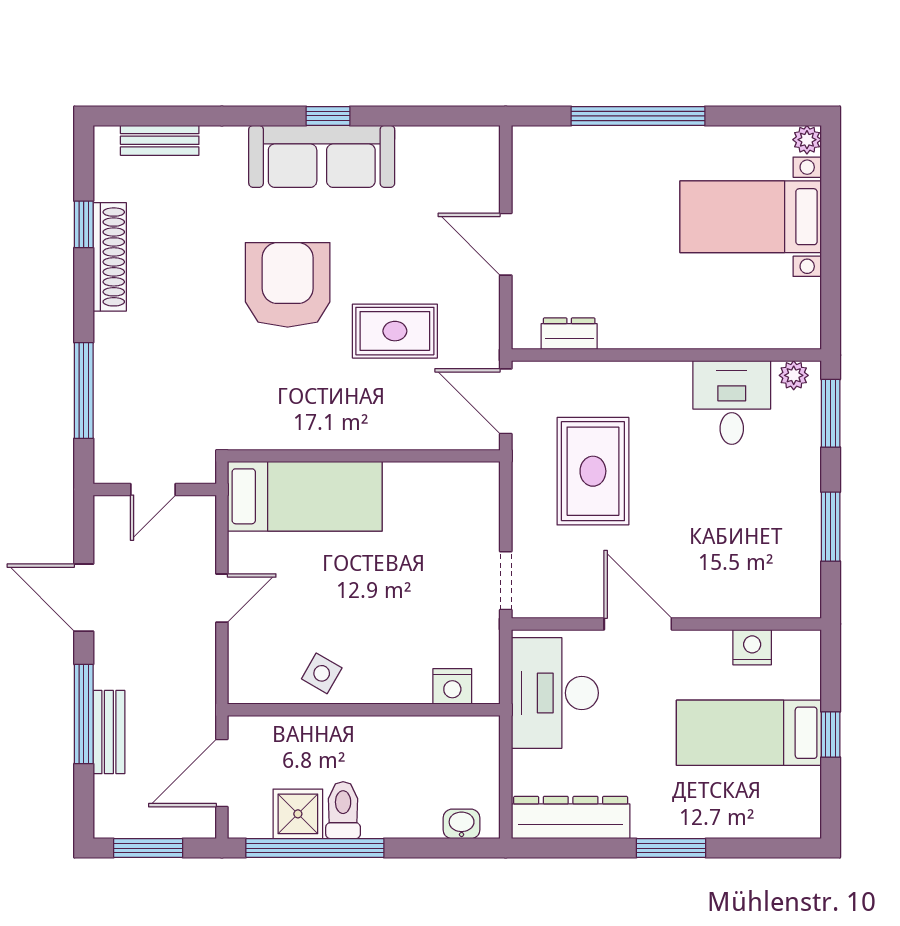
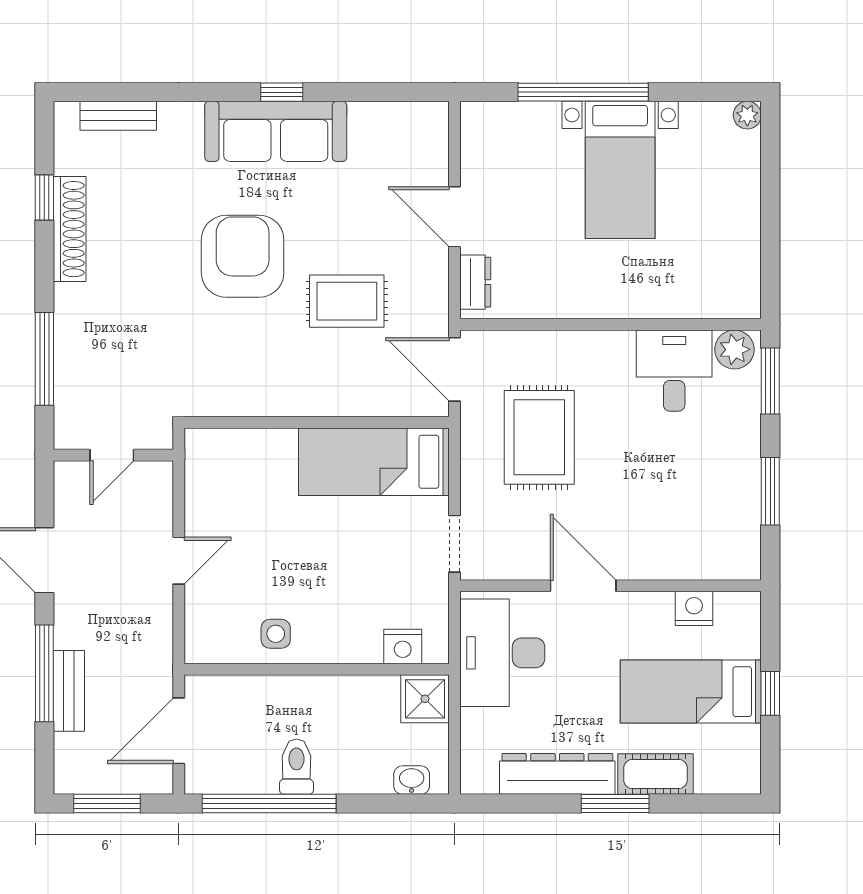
bed with nightstands: (751, 217) -> (620, 170), moved, turned -90
dresser: (569, 334) -> (475, 282), moved, turned 90
plant: (794, 375) -> (734, 349), width x1.38, depth x1.38
bed: (305, 496) -> (374, 462), moved, turned 180
side table: (322, 673) -> (276, 634), turned -30
shower: (298, 814) -> (425, 699), moved
dresser: (571, 818) -> (557, 774), moved
cot: (712, 818) -> (655, 774), added

